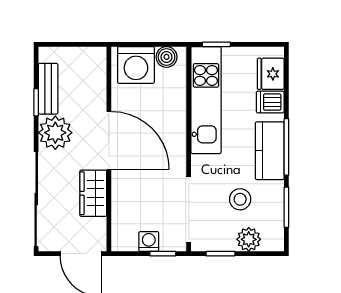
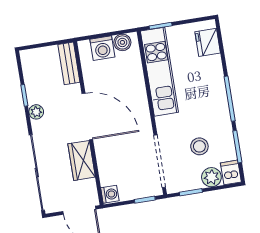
washing machine: (136, 65) -> (102, 48), width x0.73, depth x0.73
bench: (48, 89) -> (69, 63), moved
dishwasher: (270, 102) -> (231, 172), moved, turned 90
plant: (55, 133) -> (36, 112), width x0.53, depth x0.53
kitchen counter: (270, 151) -> (217, 104), removed
washing machine: (149, 241) -> (110, 194), moved, turned 90

